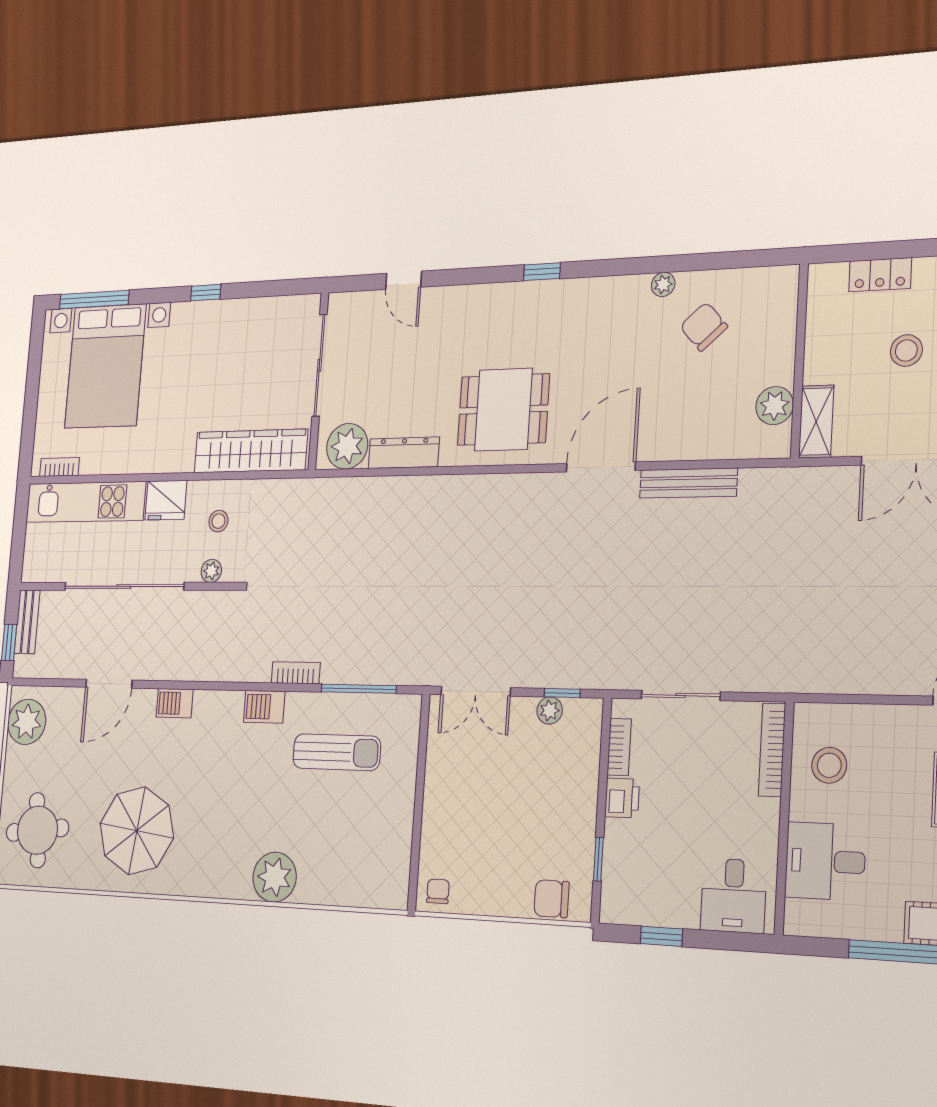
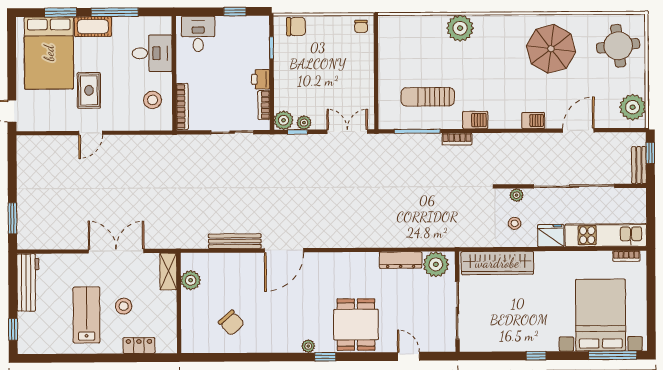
plant: (663, 284) -> (308, 346), moved
dining table: (503, 410) -> (356, 325), moved, turned 90
plant: (586, 716) -> (284, 120), added

